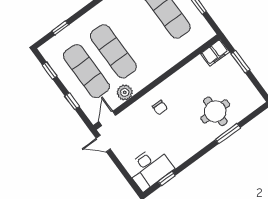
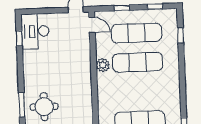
plant: (125, 92) -> (103, 65), moved
chair: (160, 108) -> (74, 68), removed

